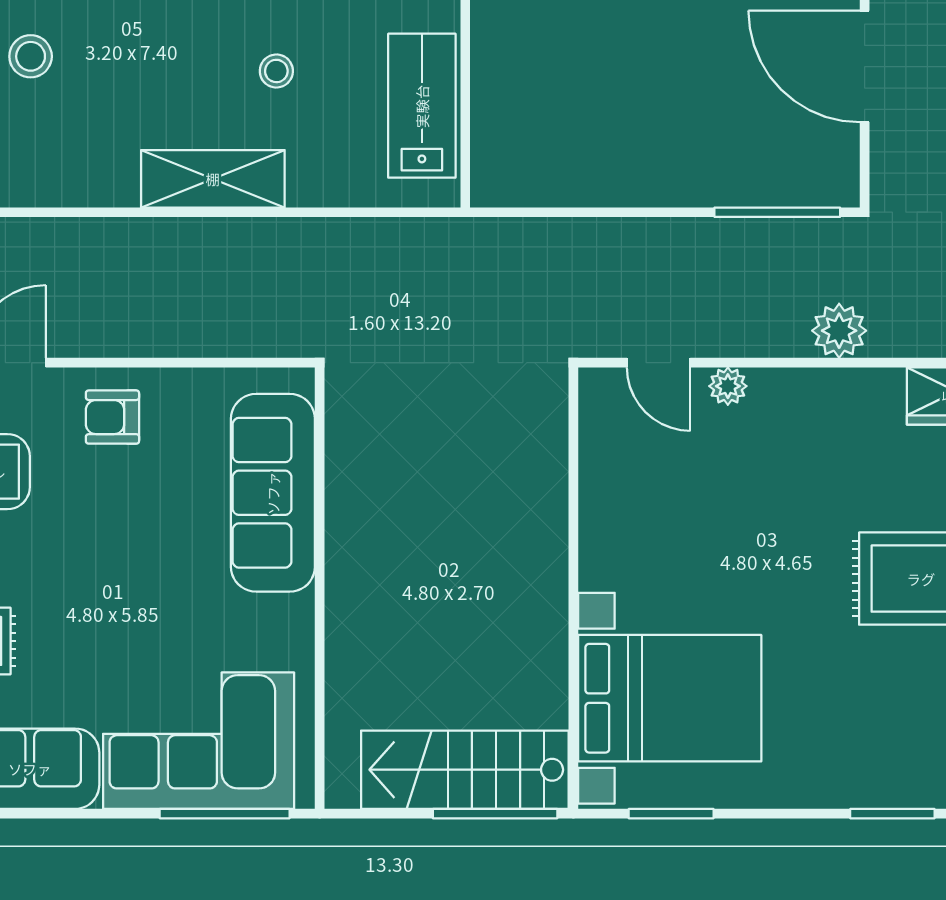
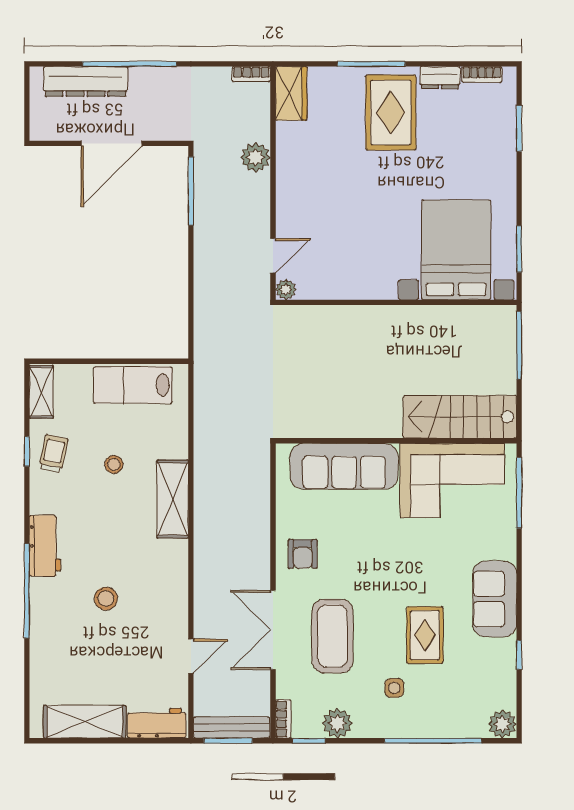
plant: (728, 386) -> (286, 290), moved
corner sofa: (199, 741) -> (452, 481), moved, turned -90
stairs: (465, 770) -> (460, 417), moved, turned 90

